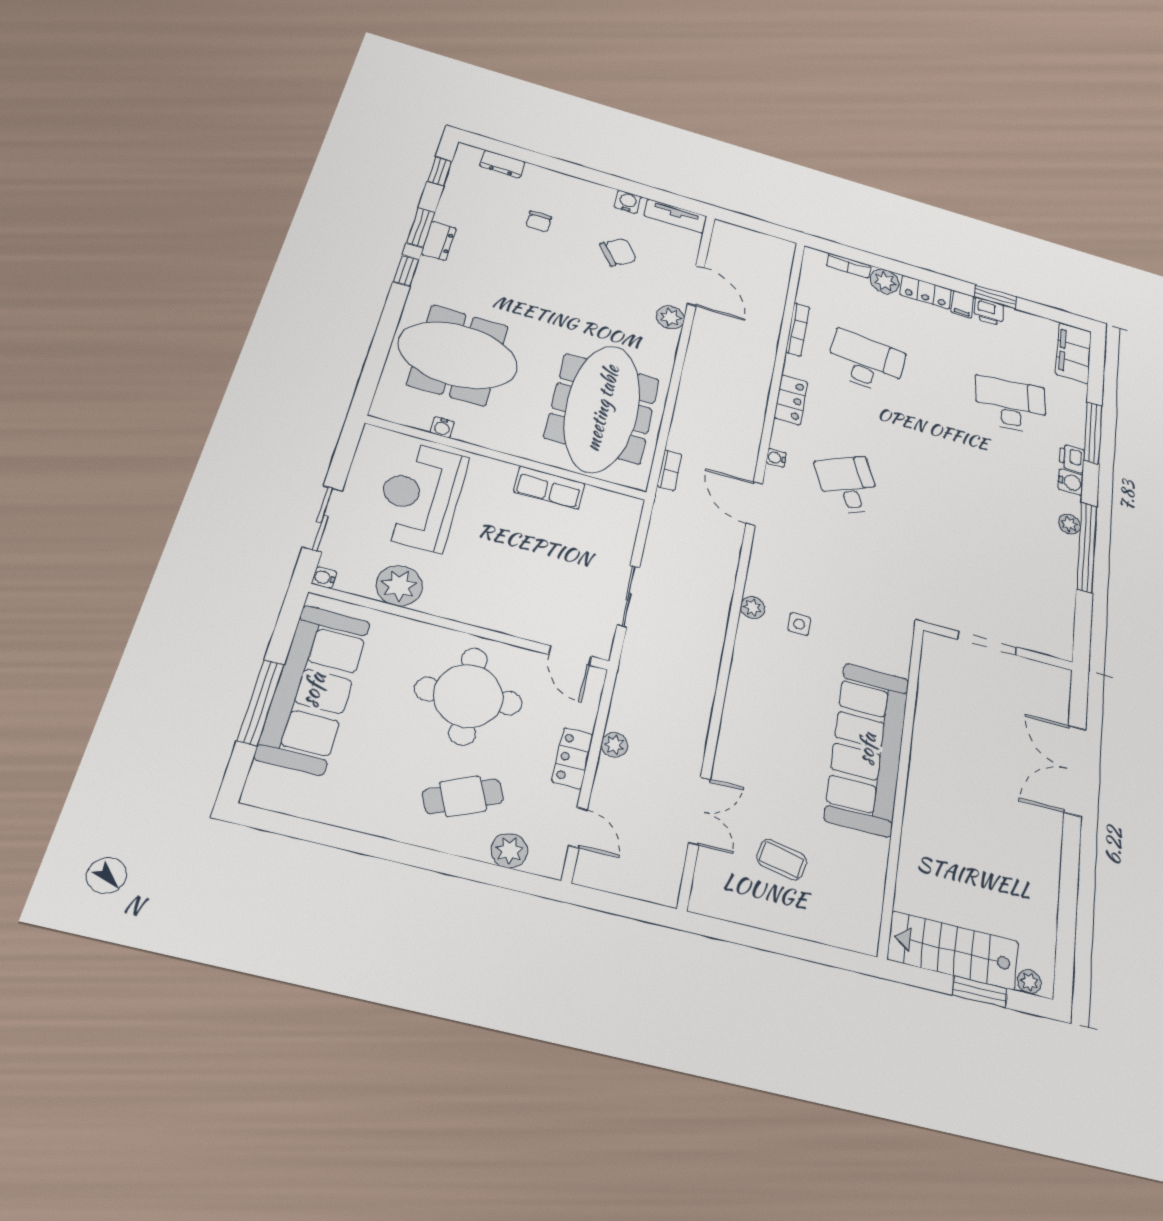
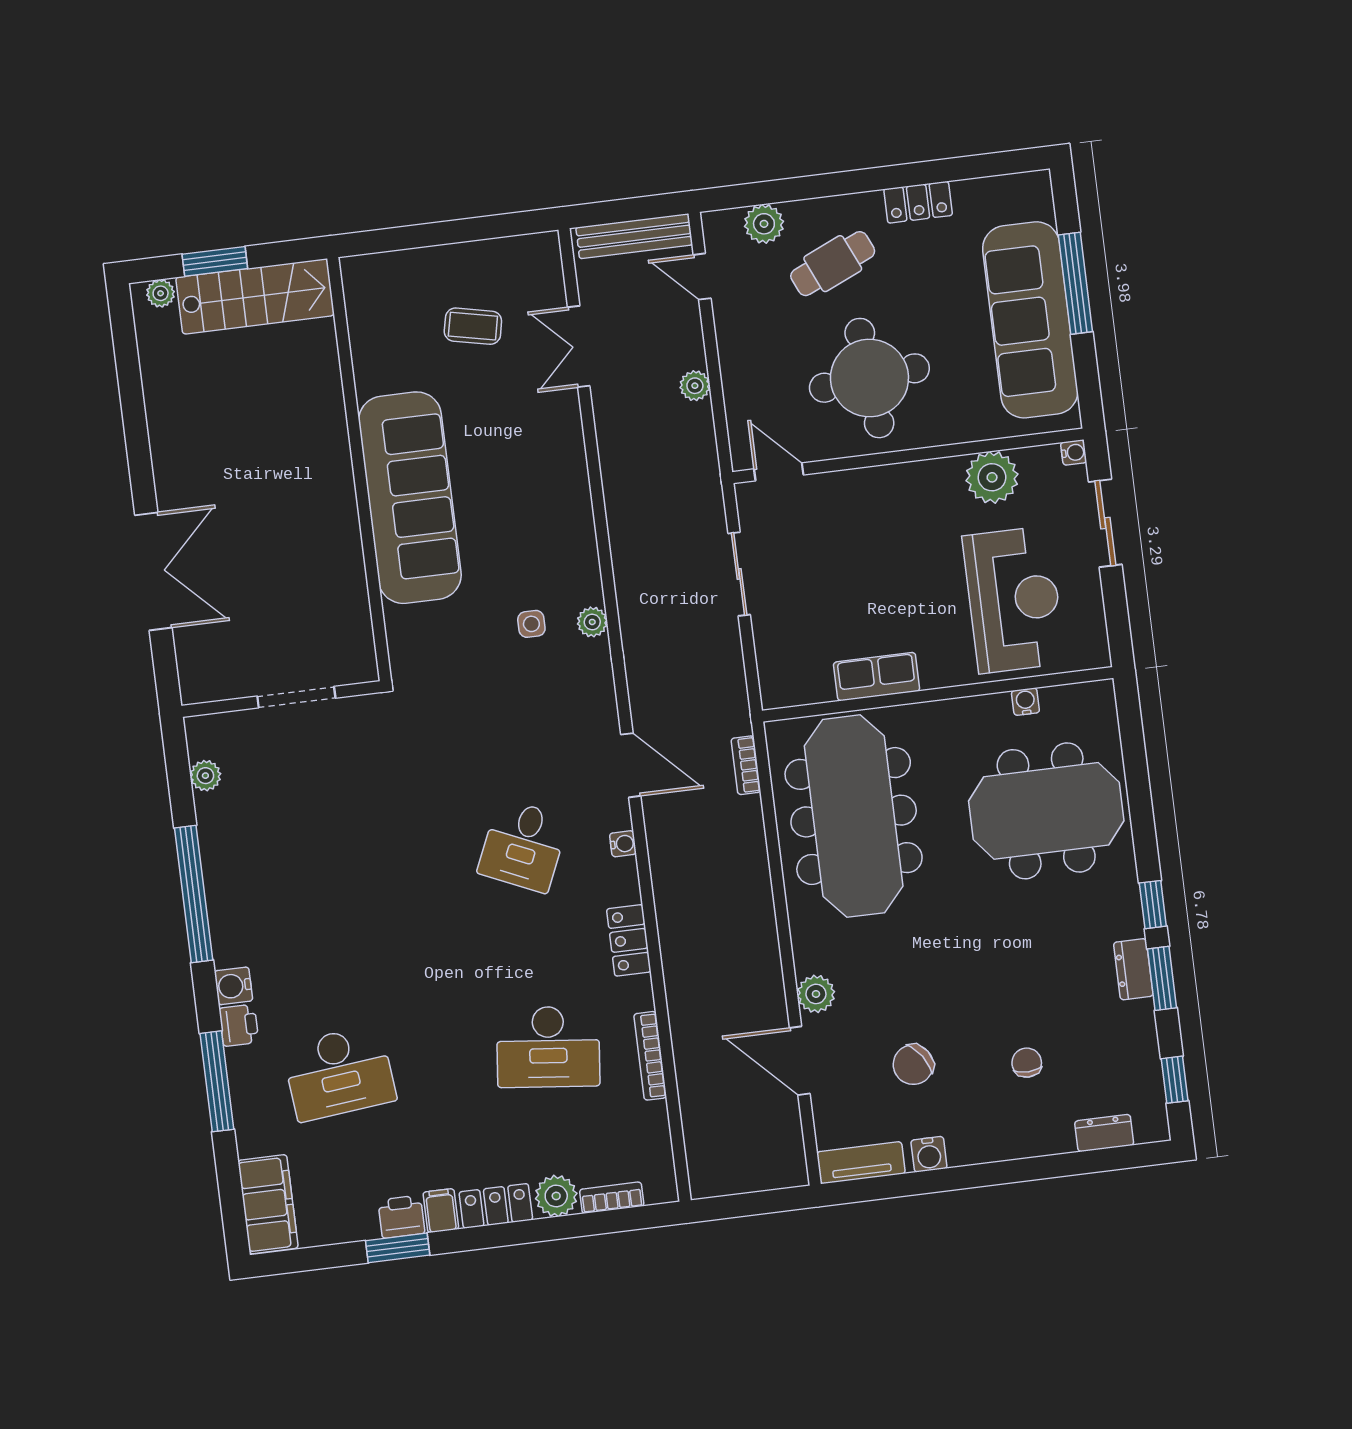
desk: (848, 485) -> (523, 846), turned 48
plant: (1069, 524) -> (205, 776), moved
locker: (573, 758) -> (918, 202), moved, turned 90
bench: (624, 882) -> (634, 236), added

